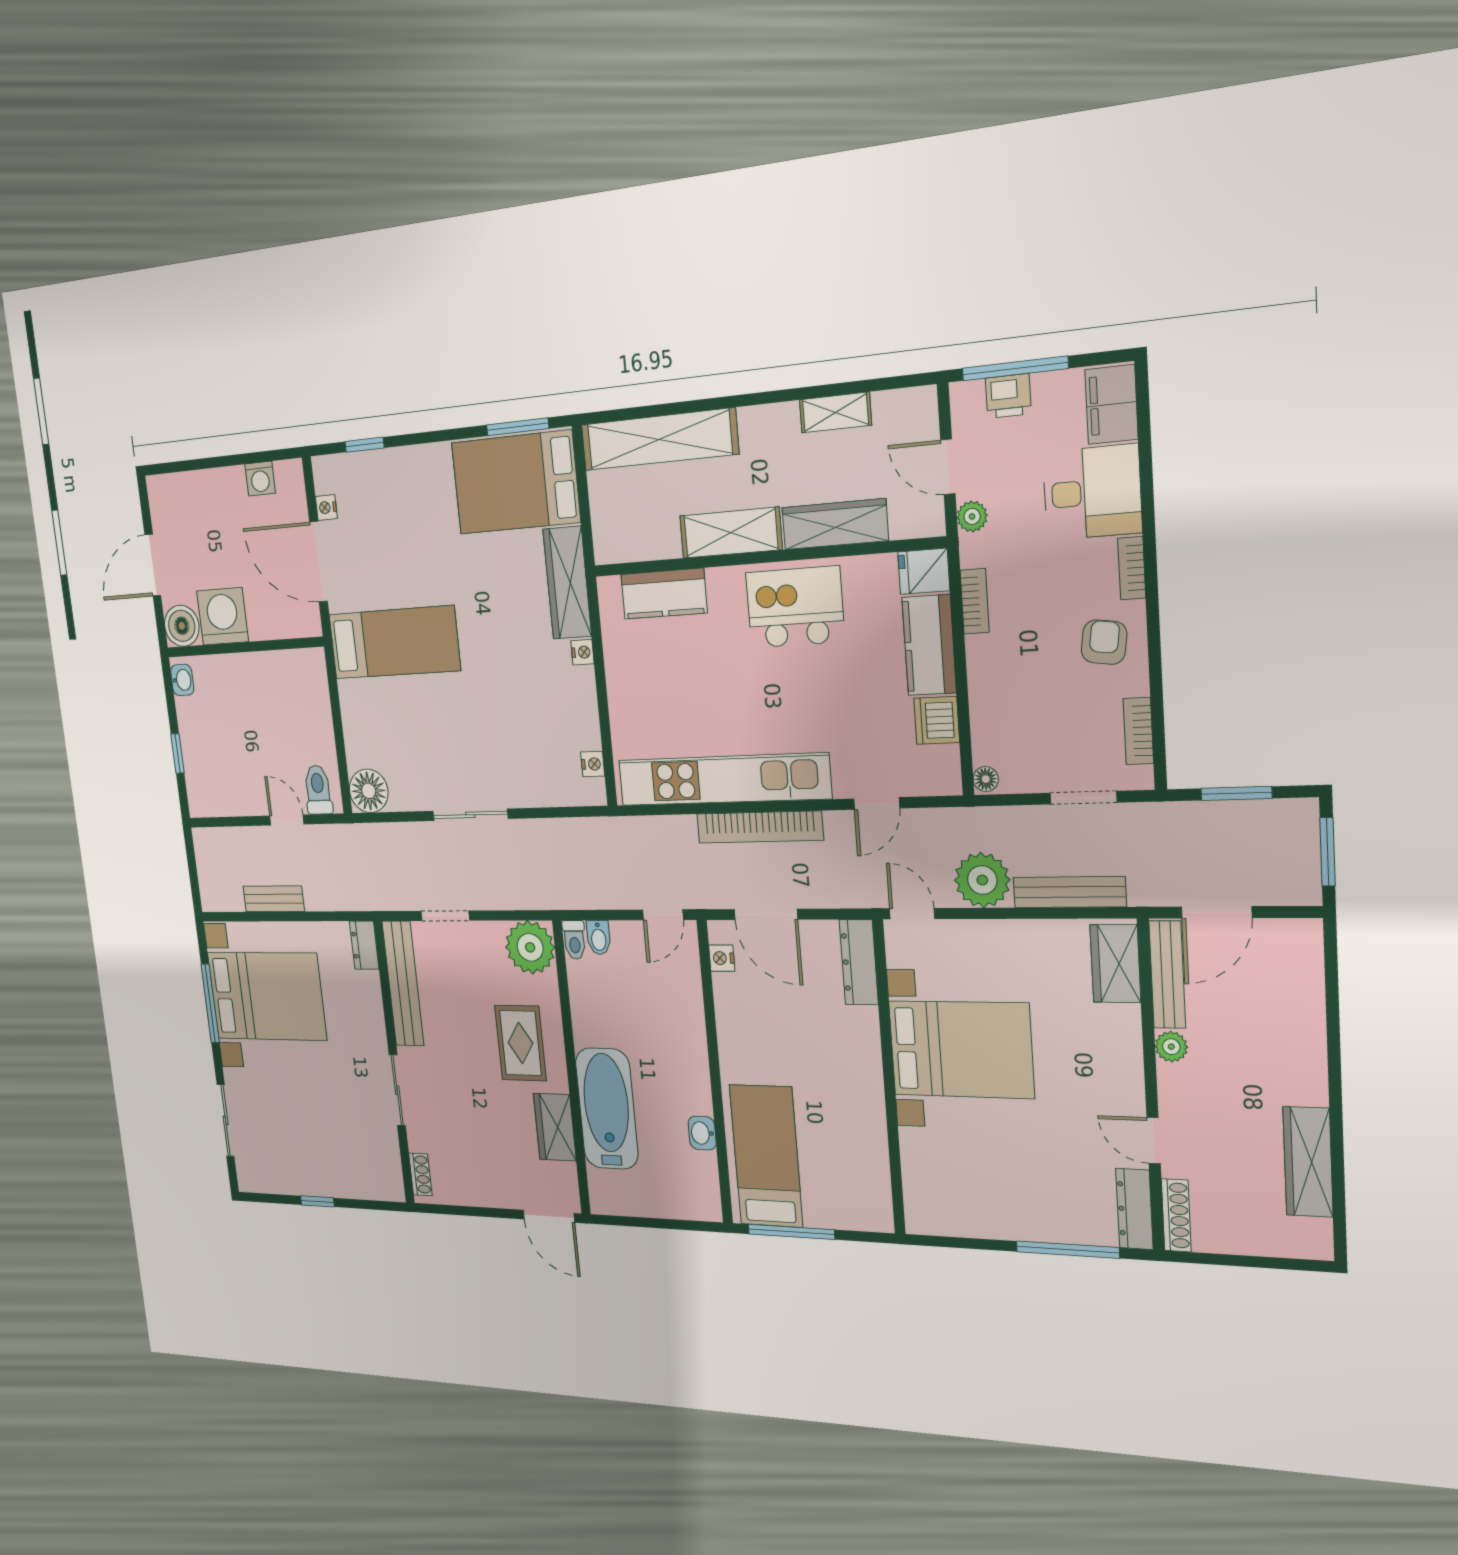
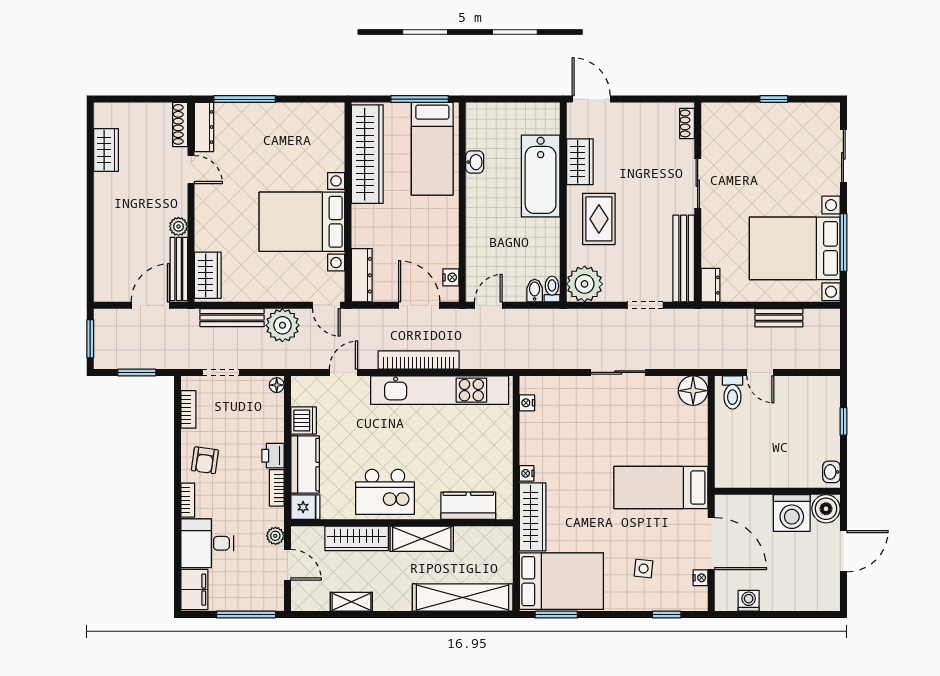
printer: (1008, 396) -> (273, 456), moved, turned -90
side table: (403, 514) -> (644, 569), added
wardrobe: (864, 1152) -> (367, 154), added
wardrobe: (1308, 1162) -> (106, 150), width x0.67

